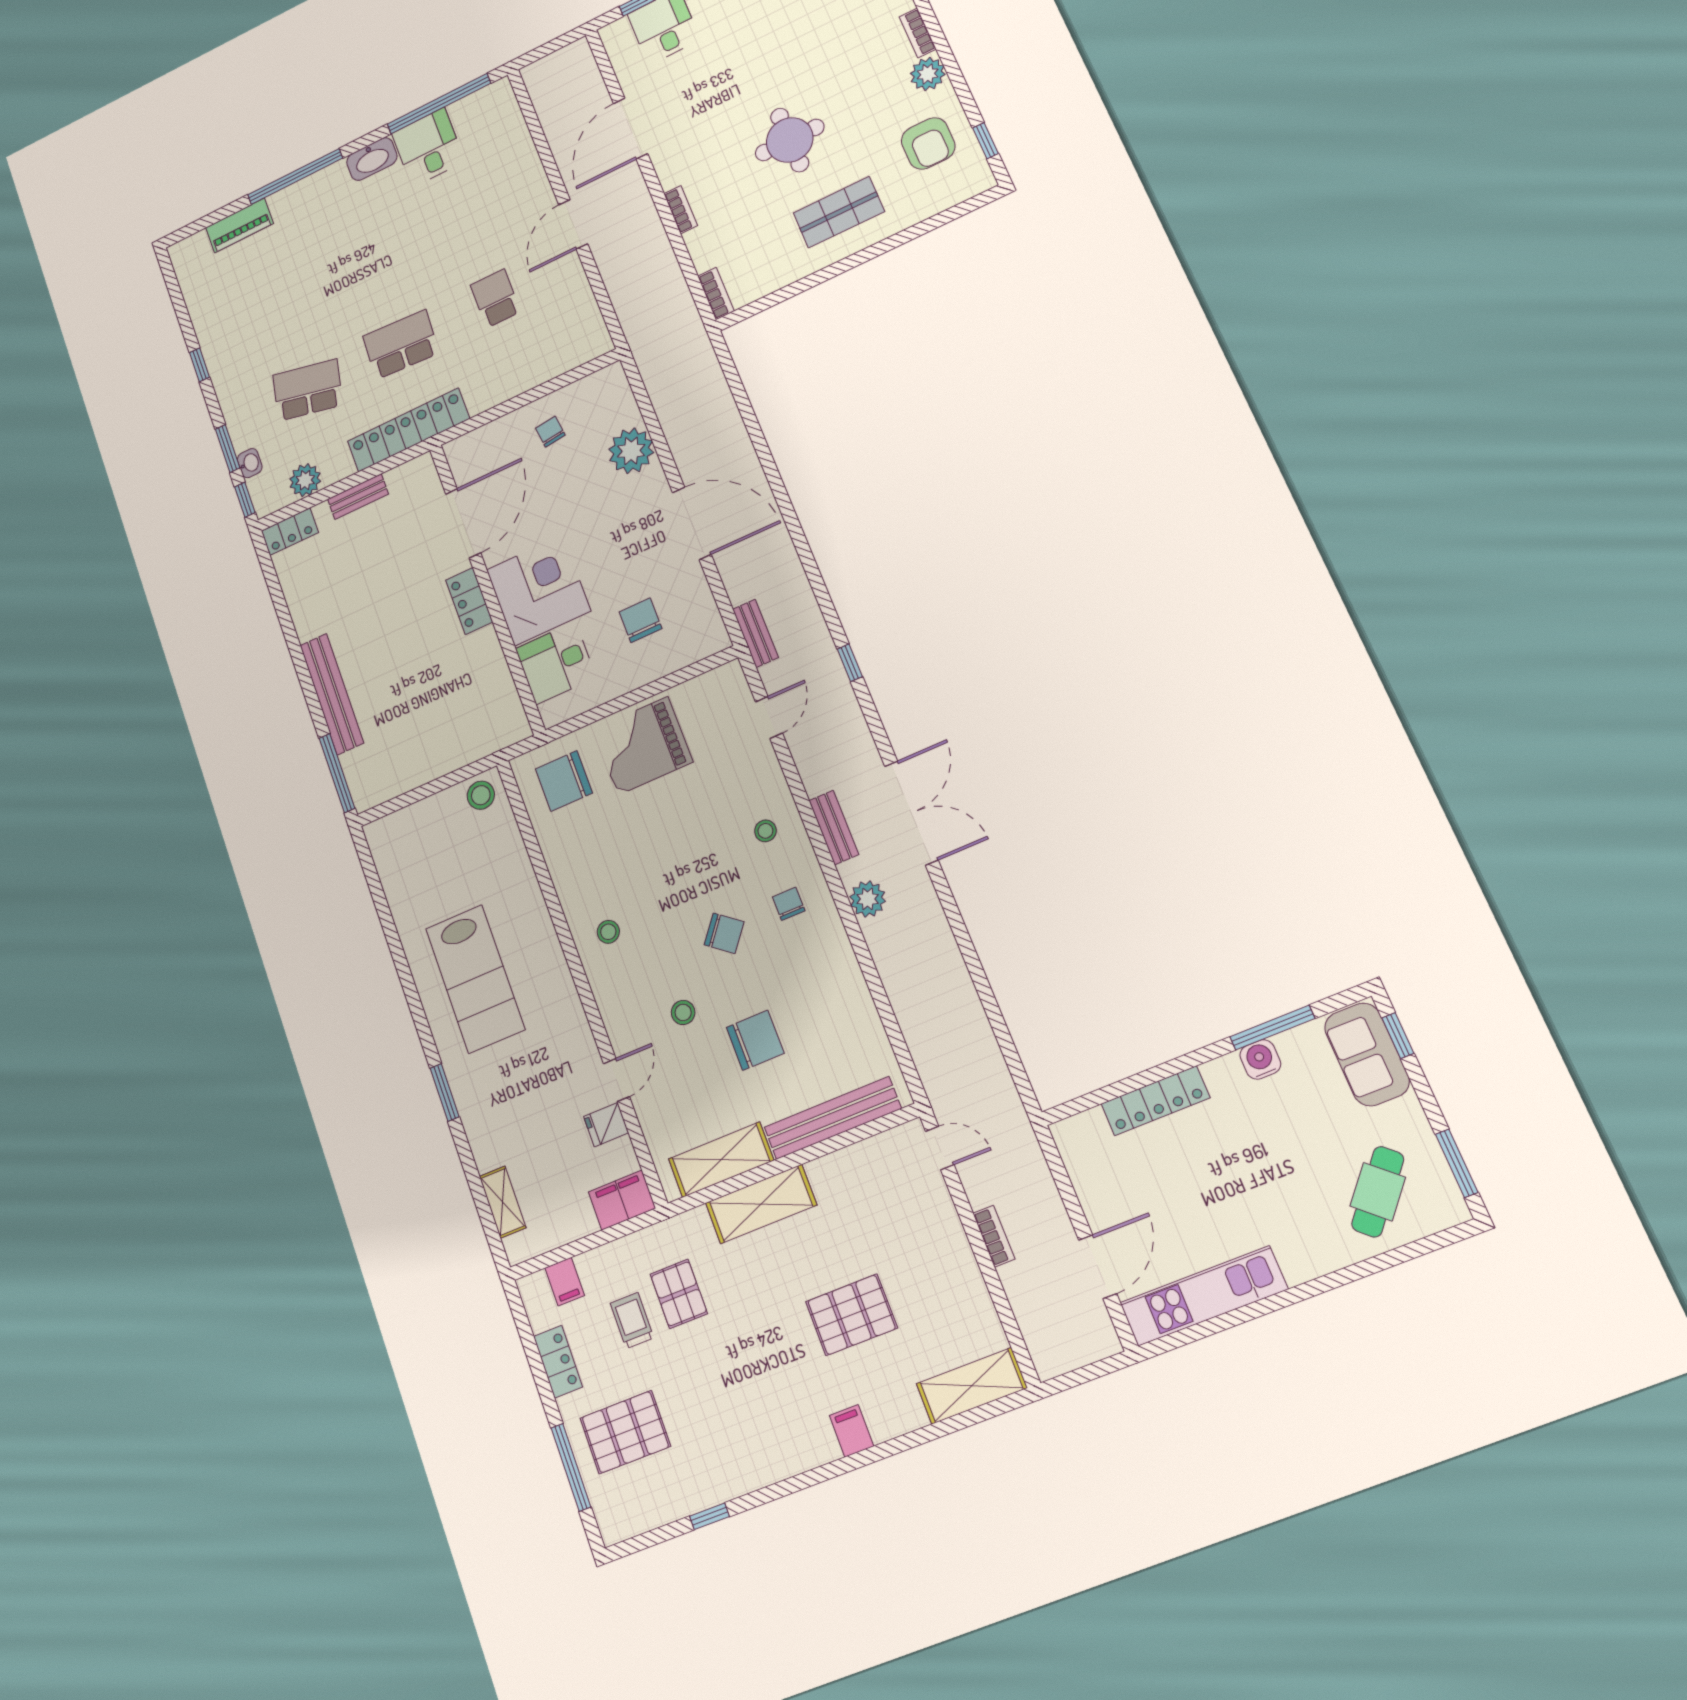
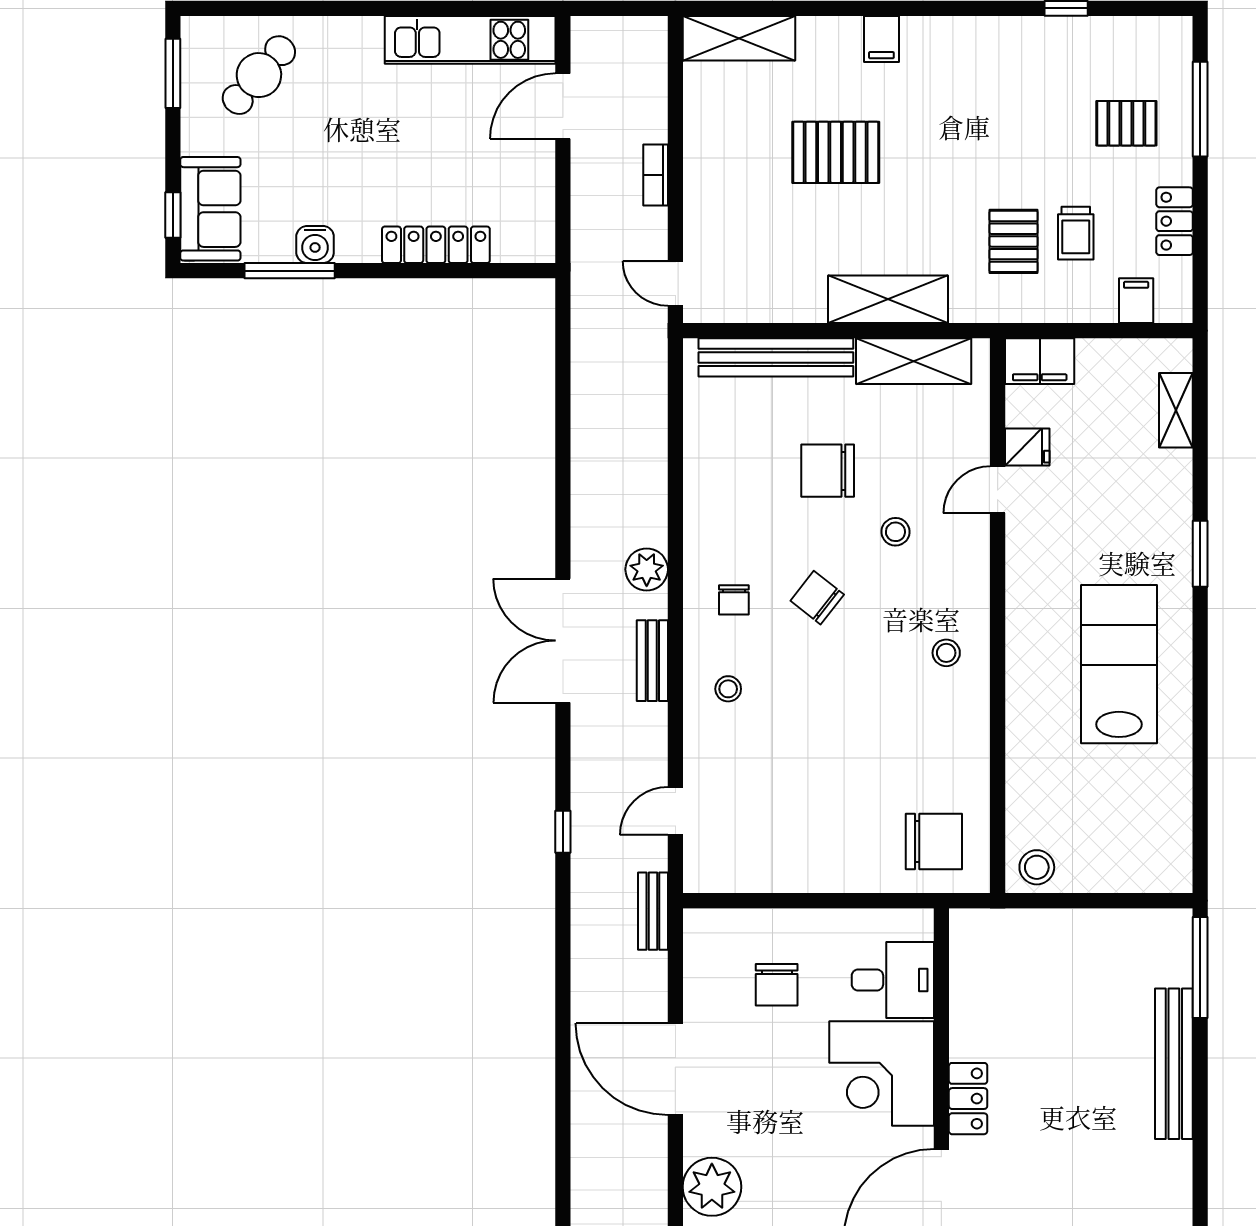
grand piano: (643, 746) -> (828, 842), removed
pallet: (625, 1432) -> (1126, 123), width x0.67, depth x0.71

